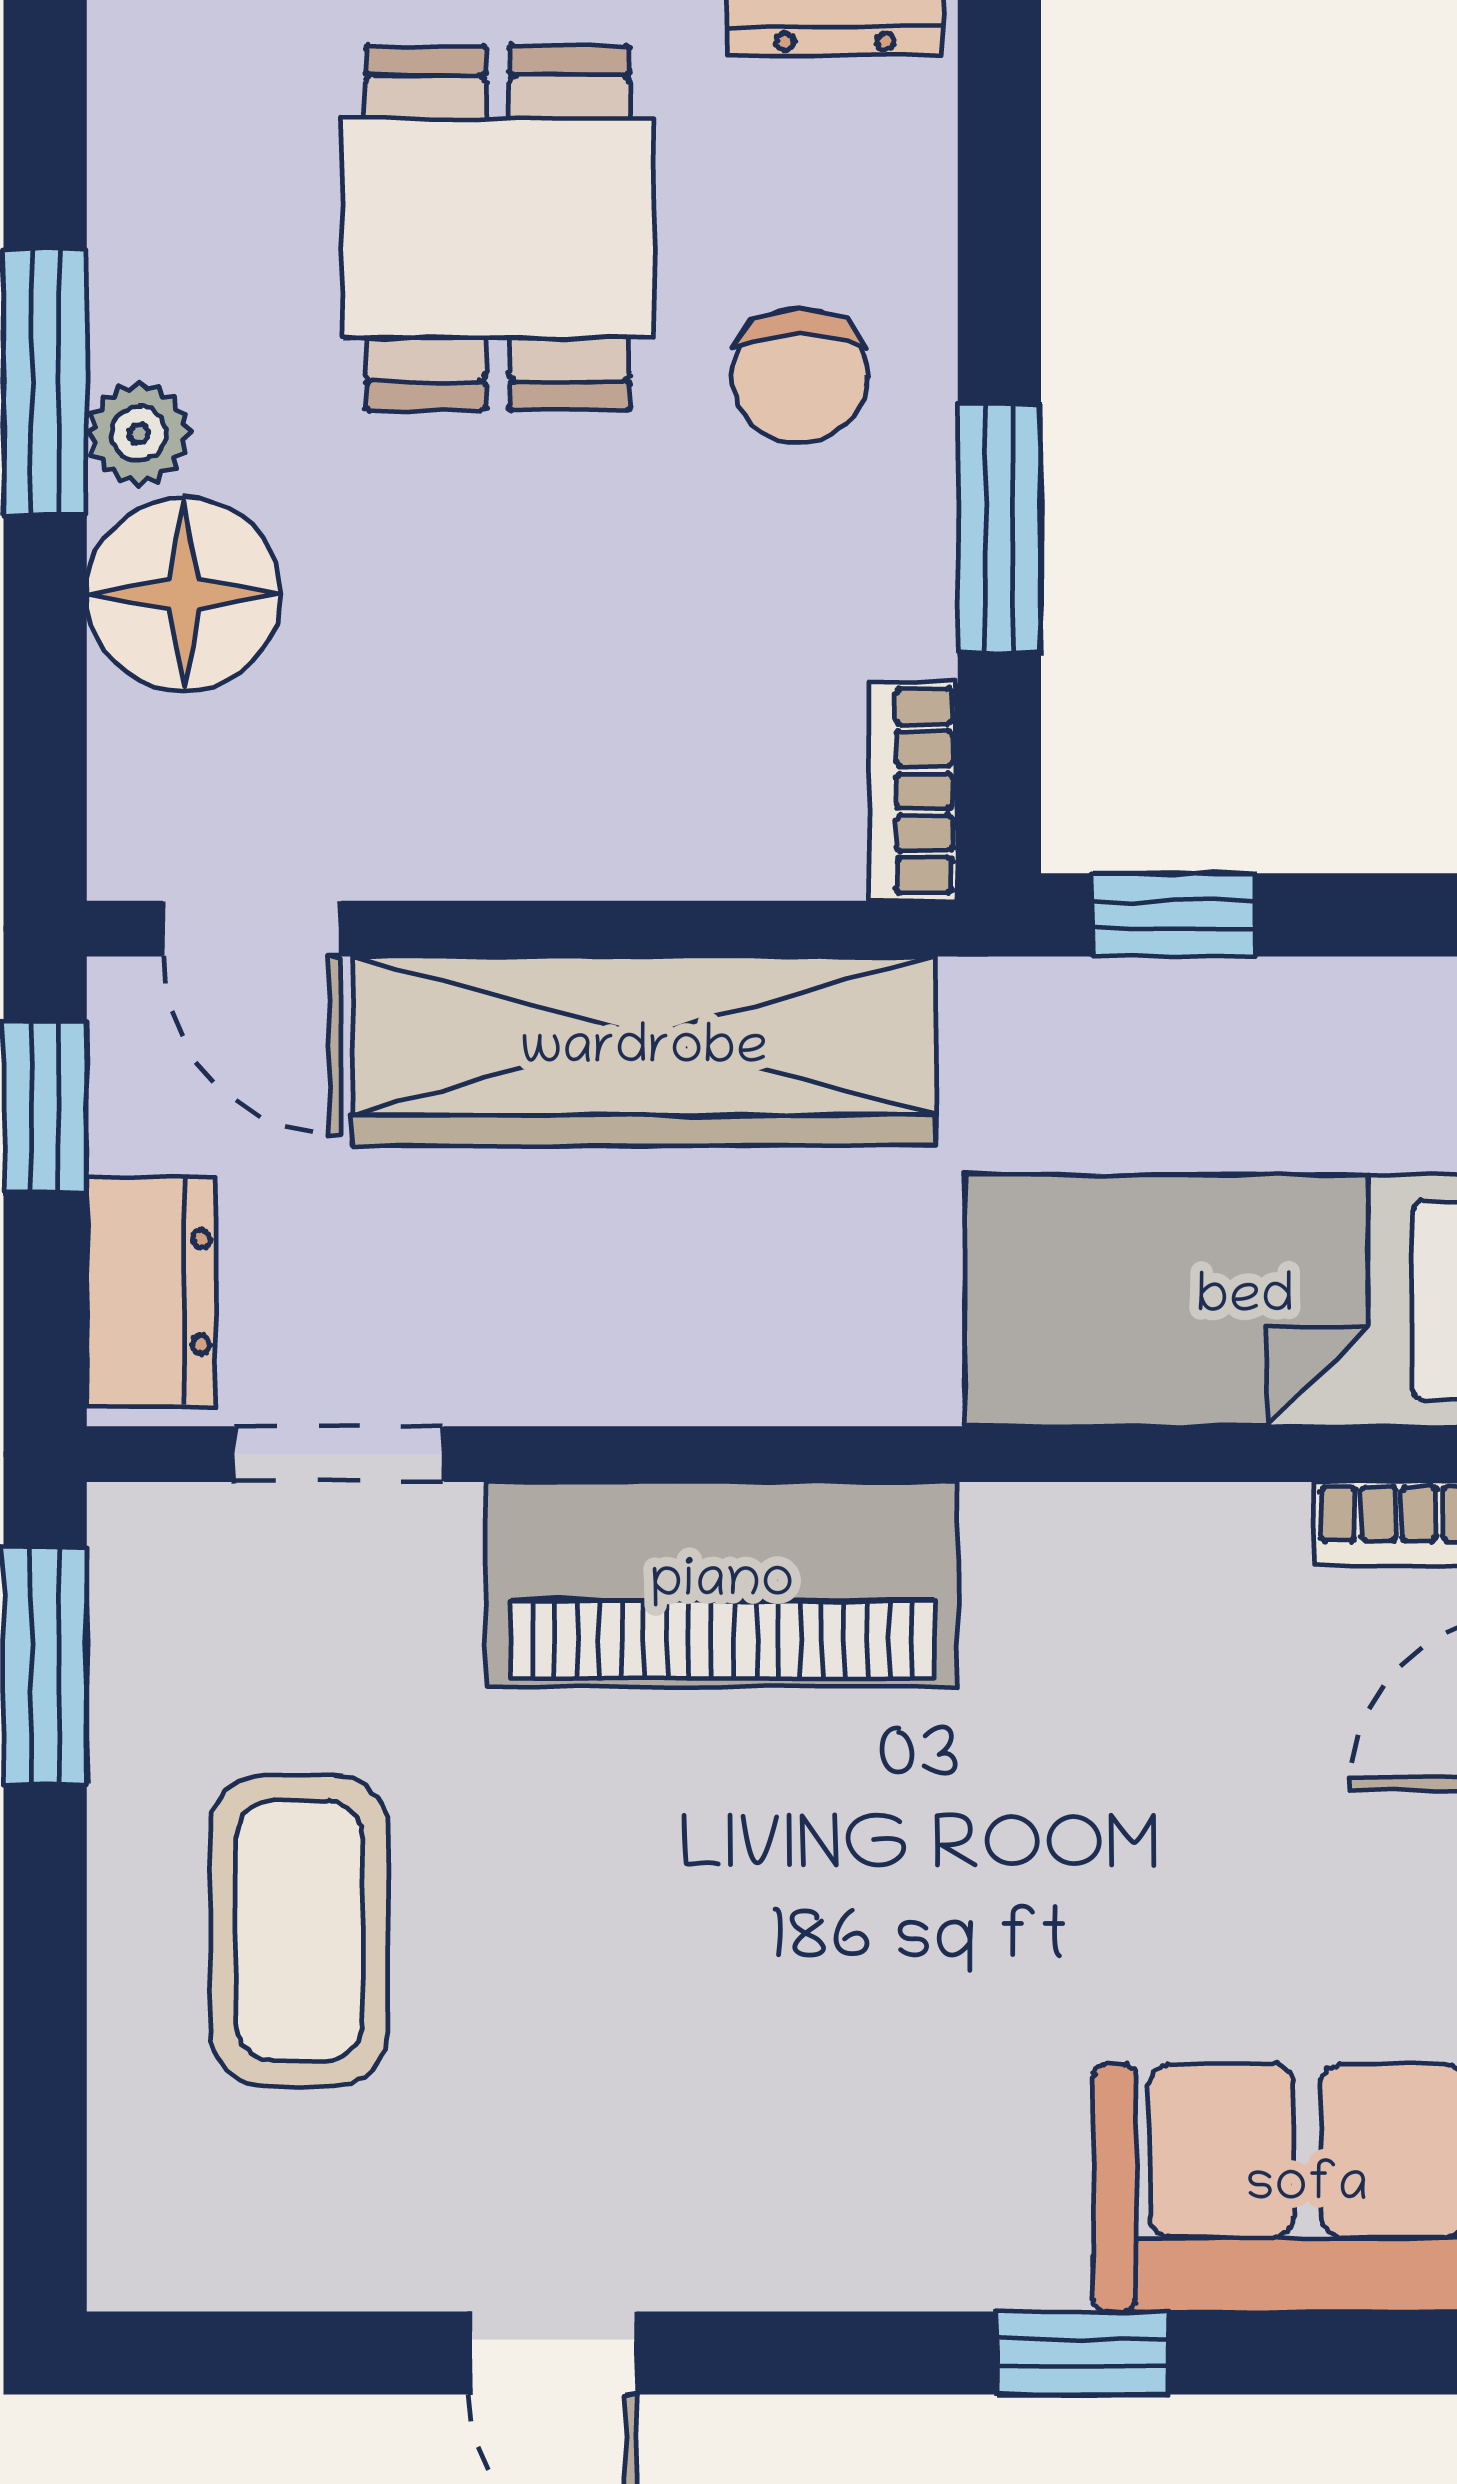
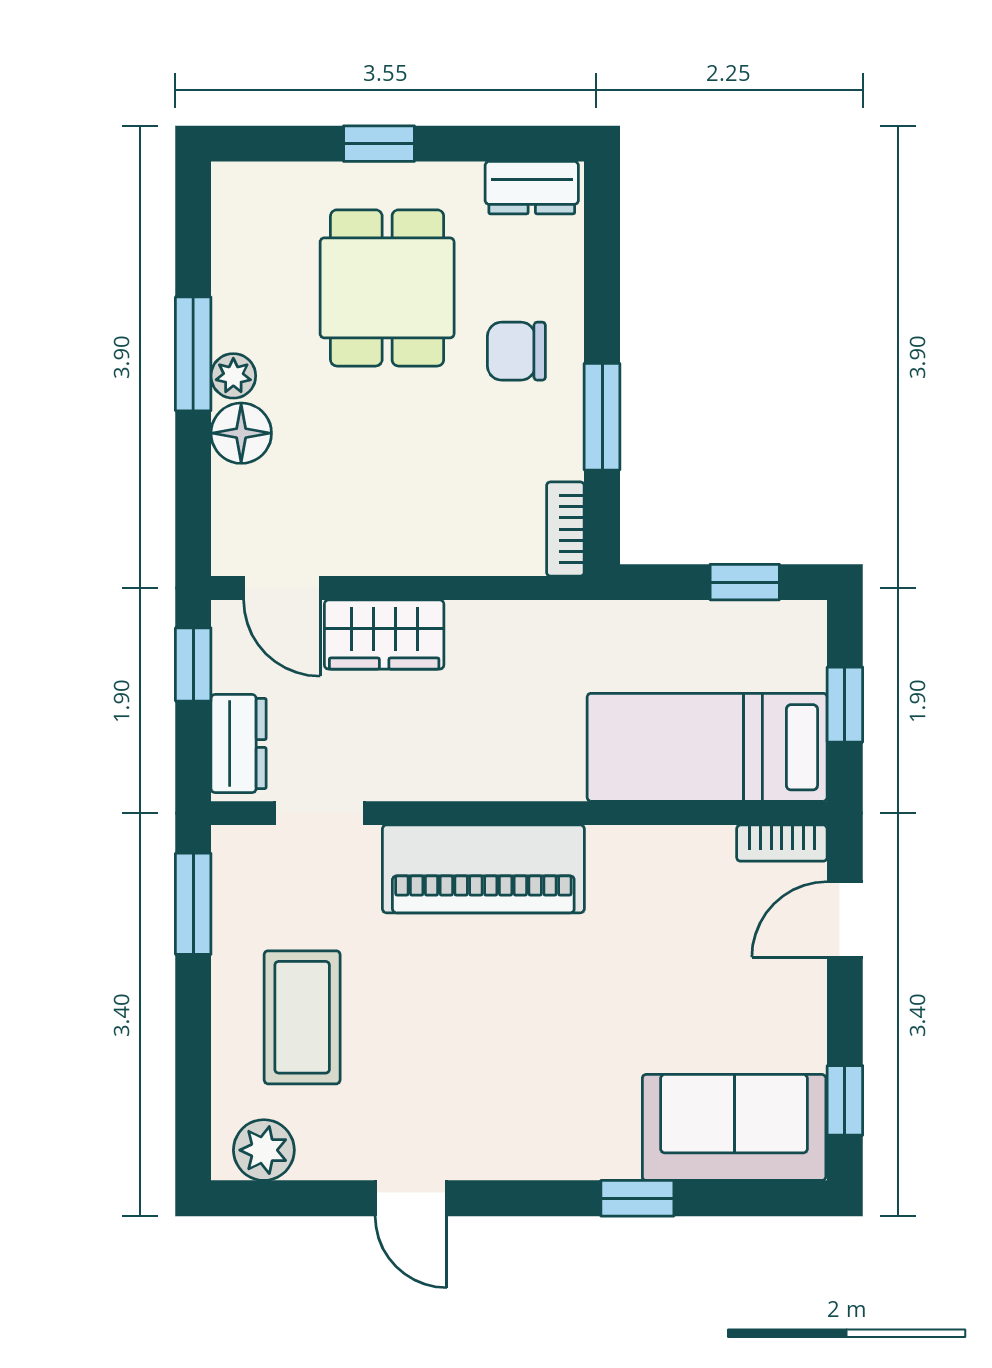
chair: (800, 376) -> (516, 351), turned 90
floor lamp: (184, 594) -> (241, 433), width x0.73, depth x0.73
window: (1174, 915) -> (745, 582), moved
wardrobe: (644, 1051) -> (384, 634), width x0.48, depth x0.85
plant: (210, 2241) -> (264, 1150), added

